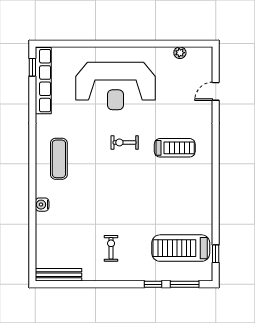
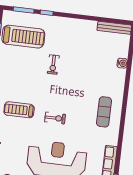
water cooler: (42, 205) -> (122, 63), moved
exercise bike: (111, 248) -> (53, 65), moved

